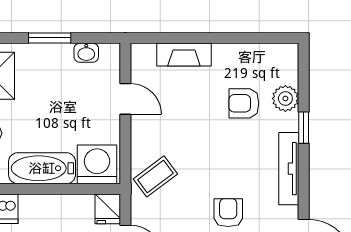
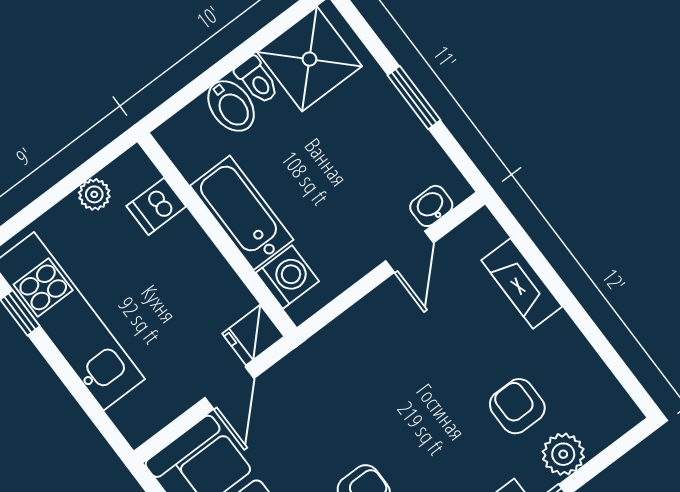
washbasin: (86, 53) -> (431, 206), moved, turned 90
washing machine: (97, 164) -> (287, 277), width x0.73, depth x0.73
coffee table: (155, 176) -> (340, 364), removed

